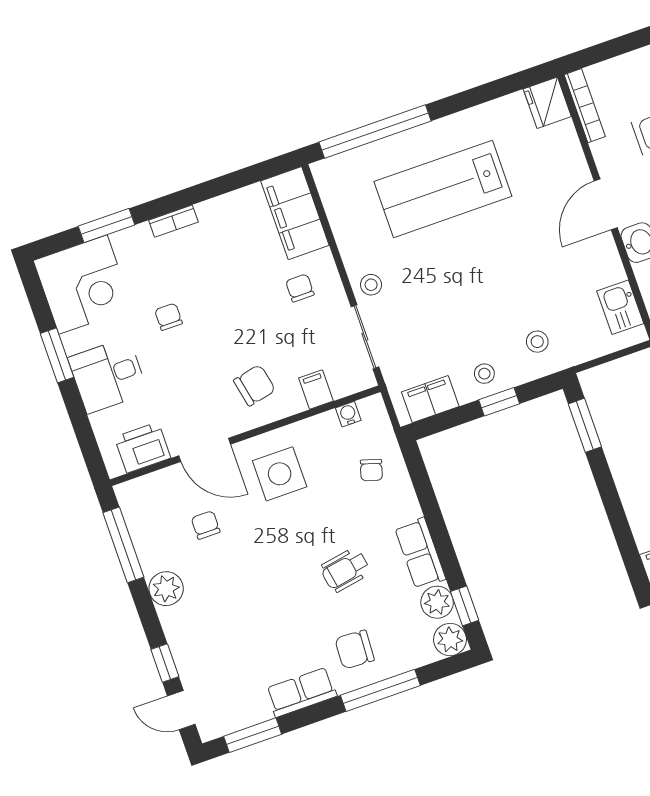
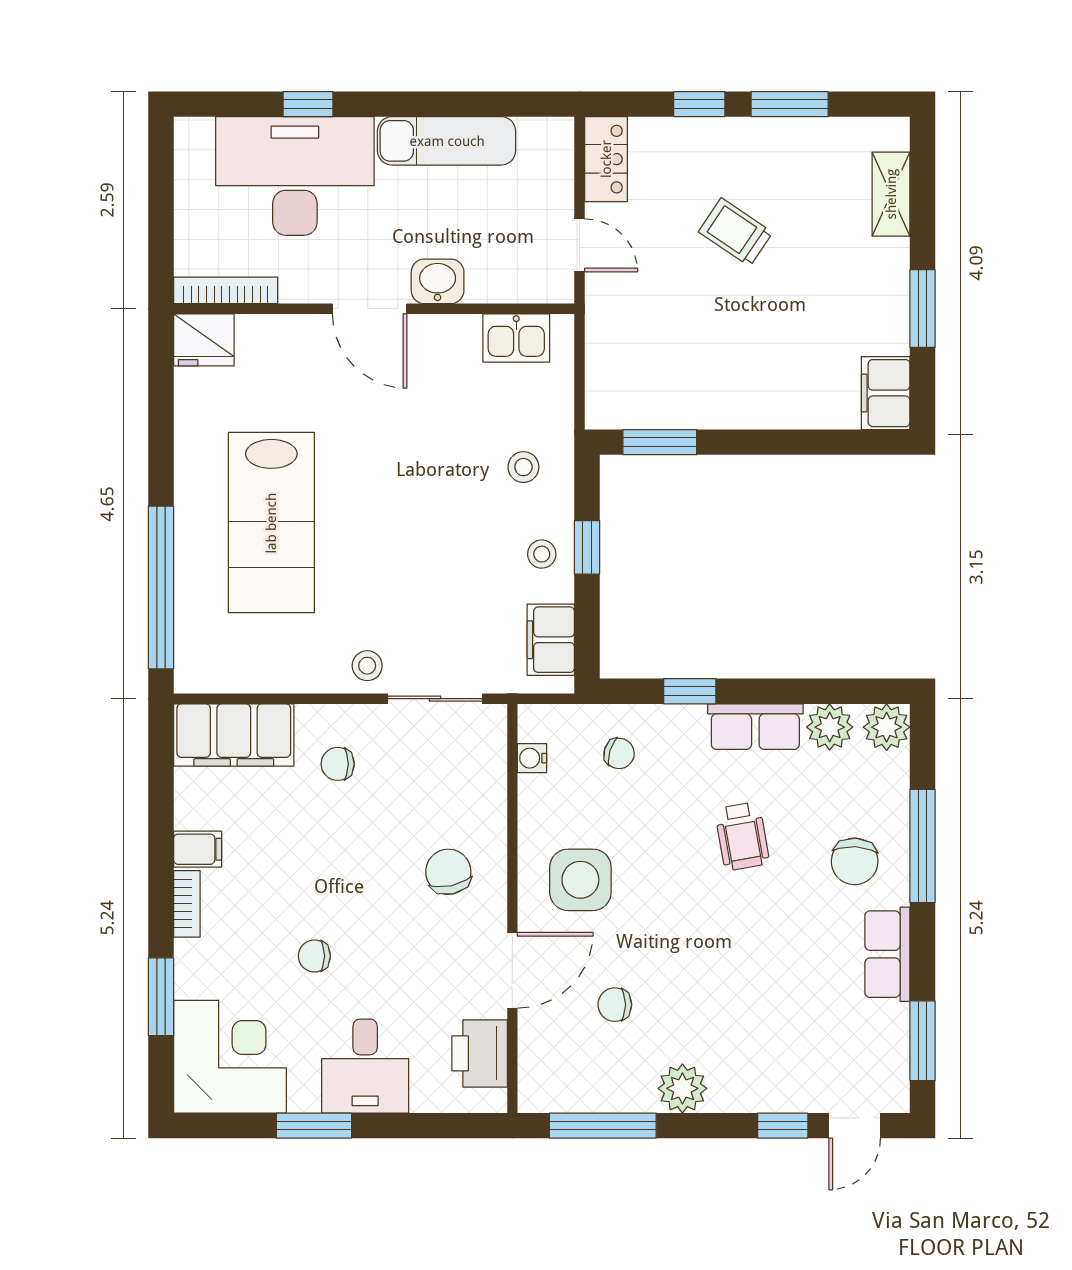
filing cabinet: (316, 390) -> (198, 849), moved, turned 180
window: (465, 606) -> (690, 691), moved

